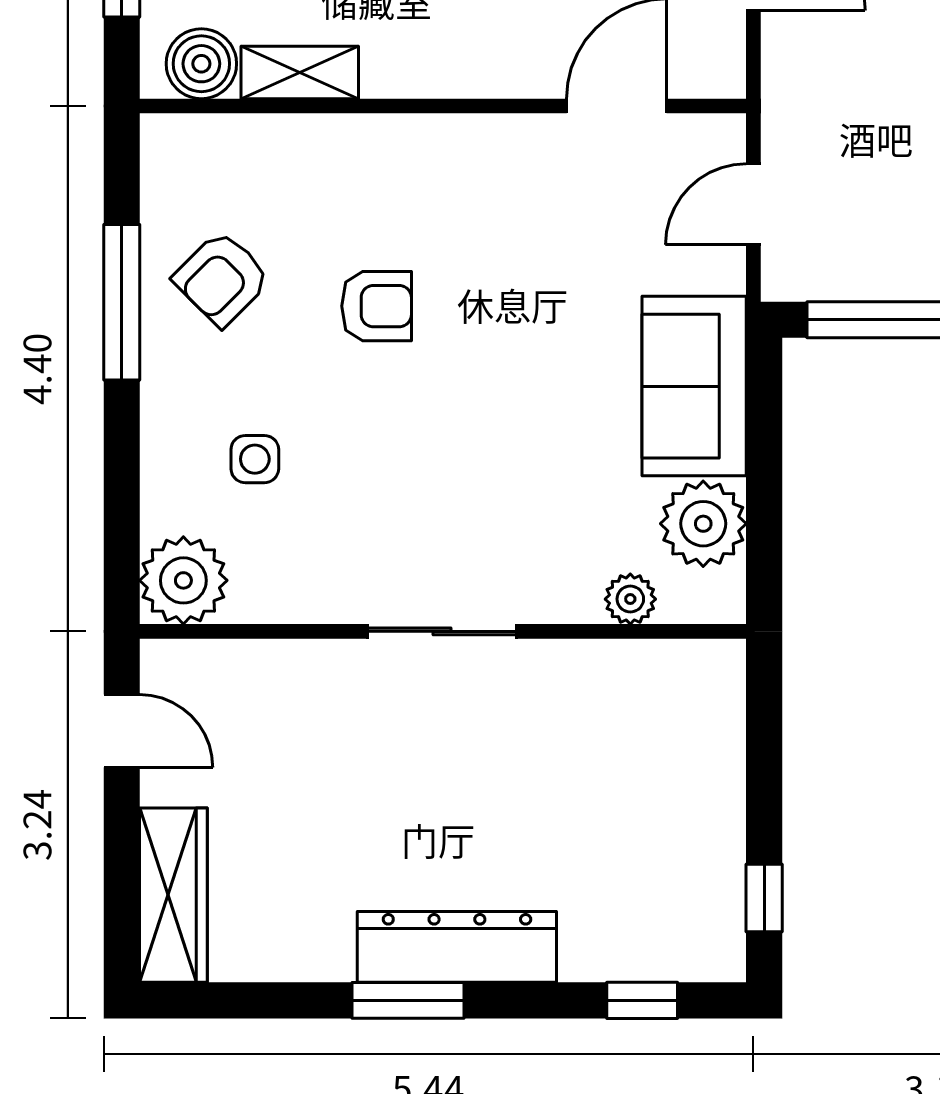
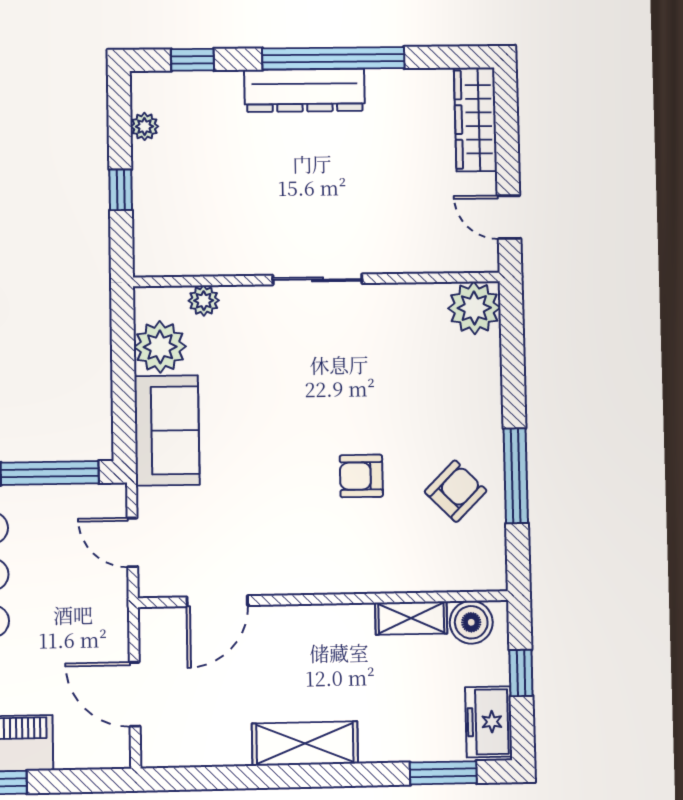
door: (753, 204) -> (132, 542), swing flipped
side table: (255, 459) -> (433, 382), removed
plant: (723, 890) -> (145, 126), added
window: (764, 898) -> (121, 190), moved
window: (408, 1000) -> (333, 58), width x2.11

